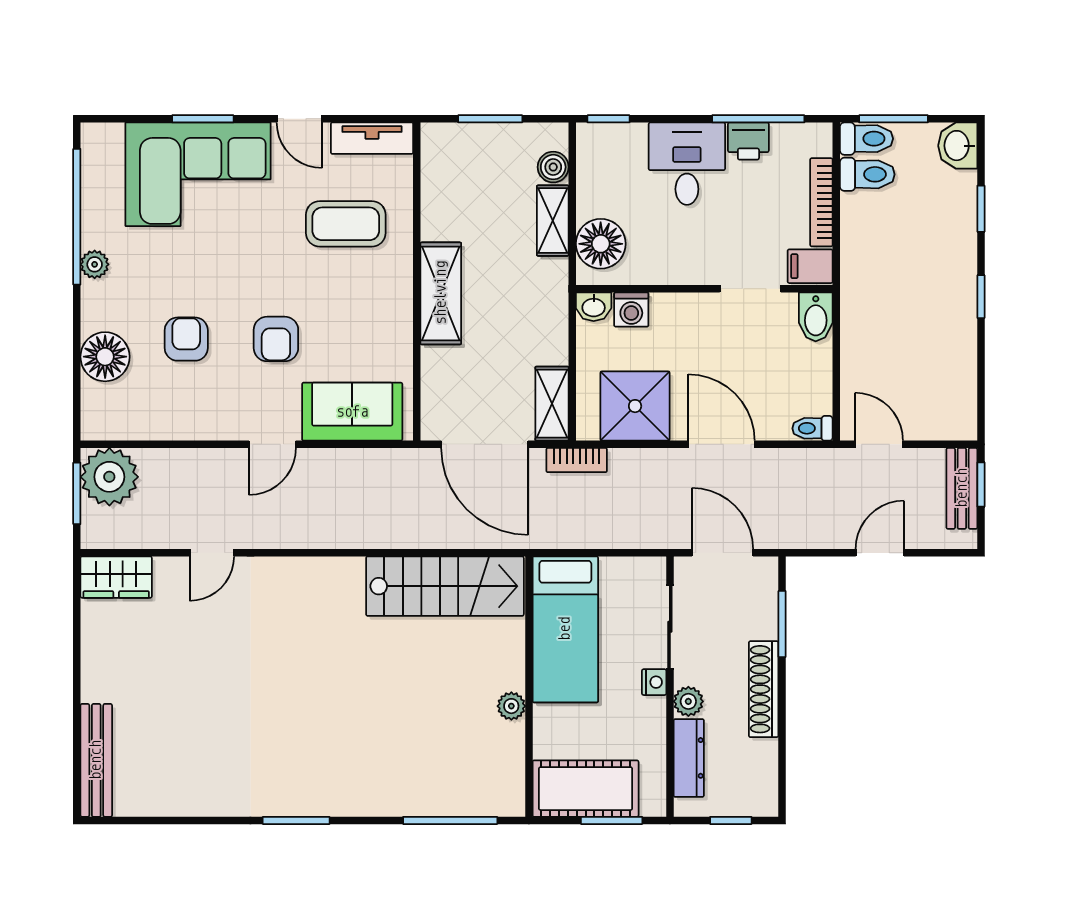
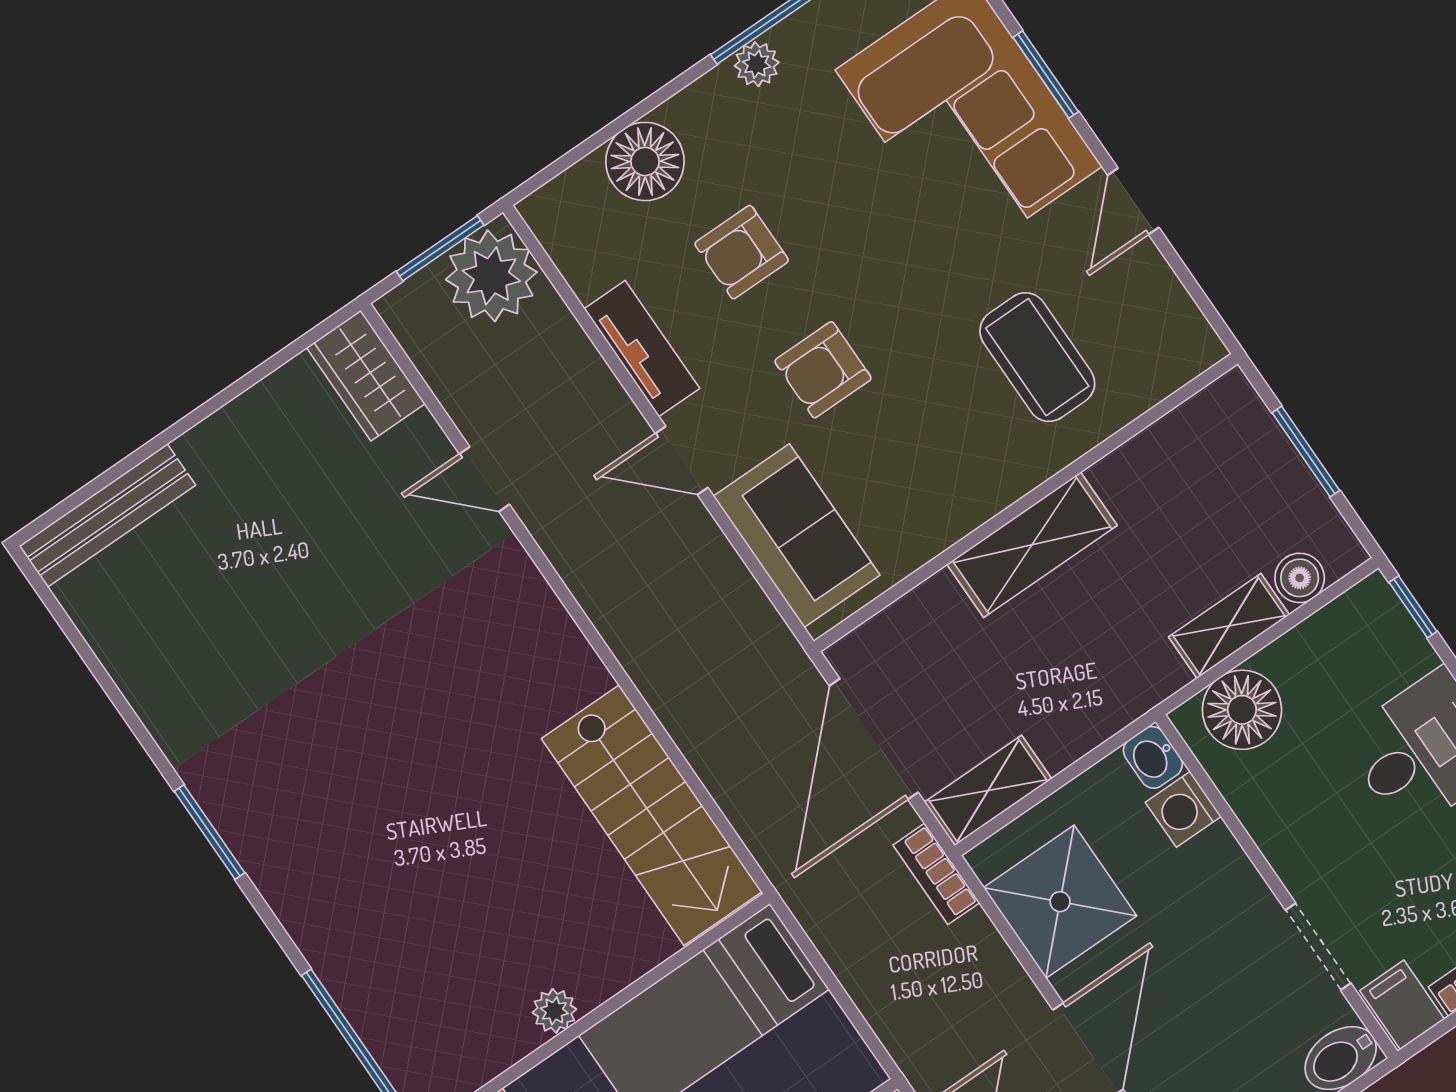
tv unit: (372, 138) -> (642, 349), moved, turned 180
armchair: (186, 339) -> (742, 252), turned 180

